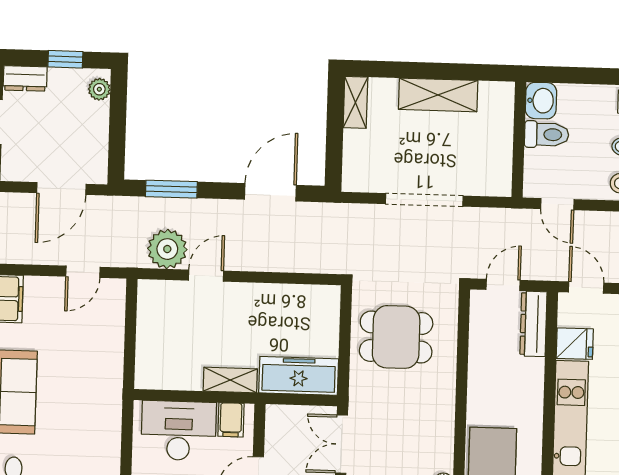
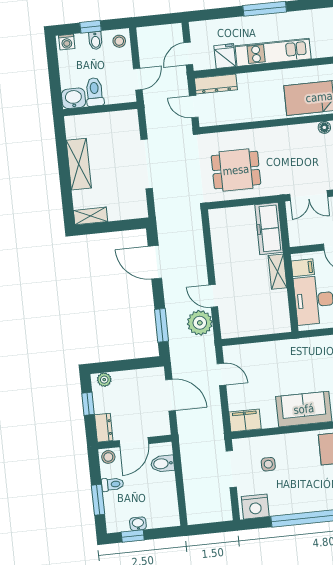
dining table: (396, 337) -> (236, 170), turned 90

